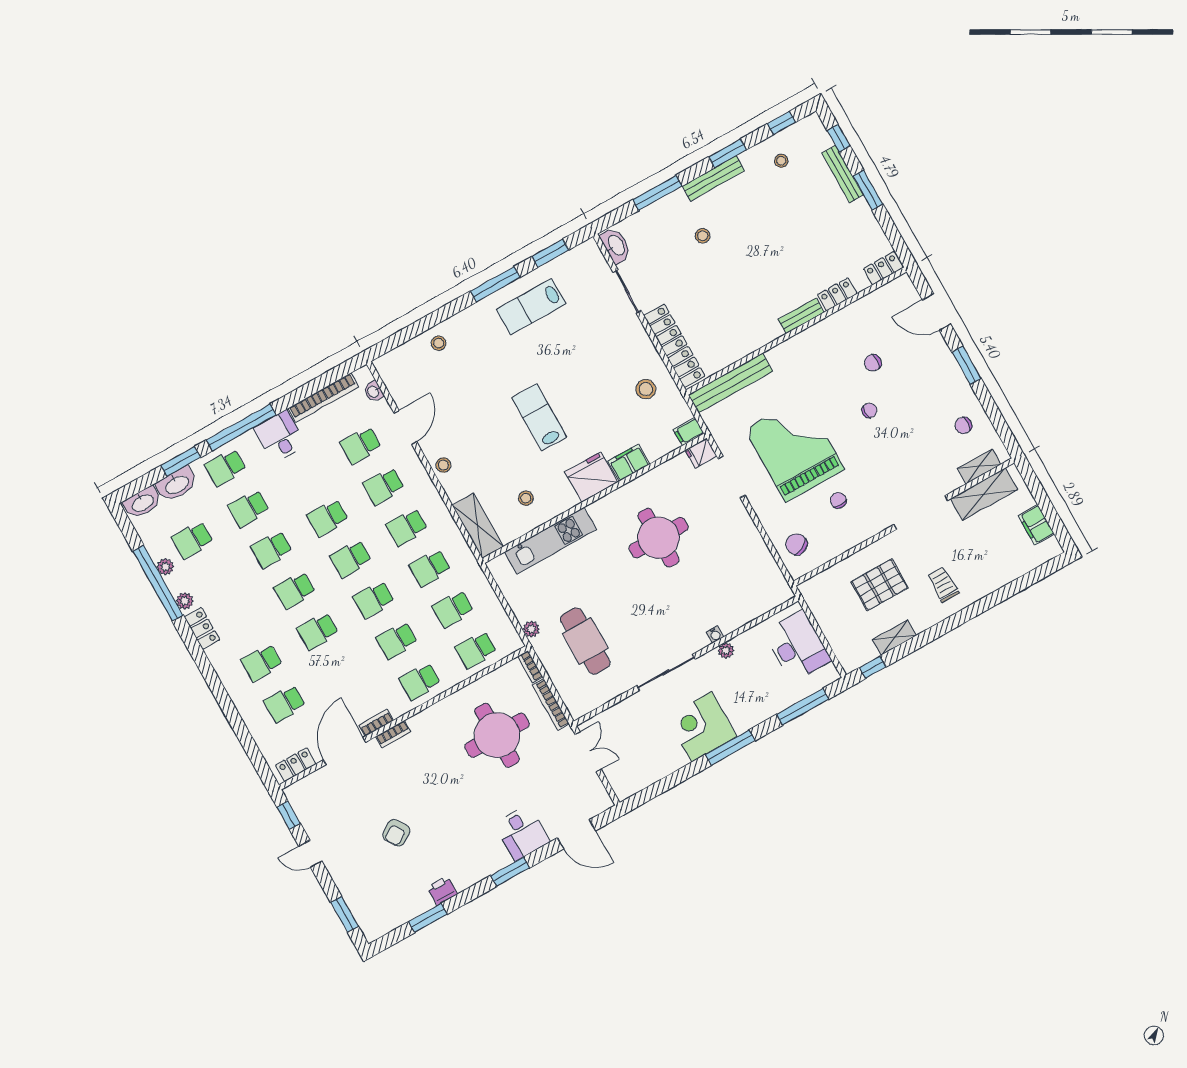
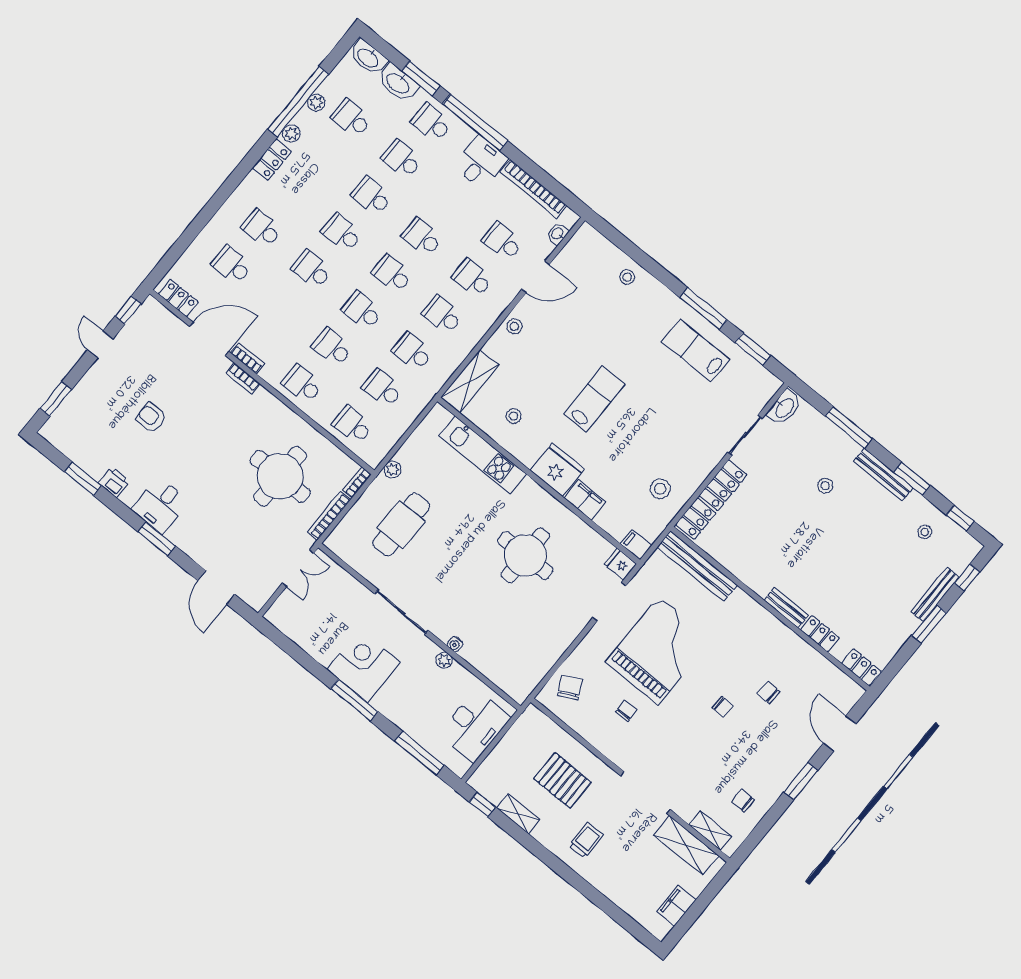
armchair: (396, 833) -> (151, 418), turned 33
desk: (522, 833) -> (160, 505), moved

